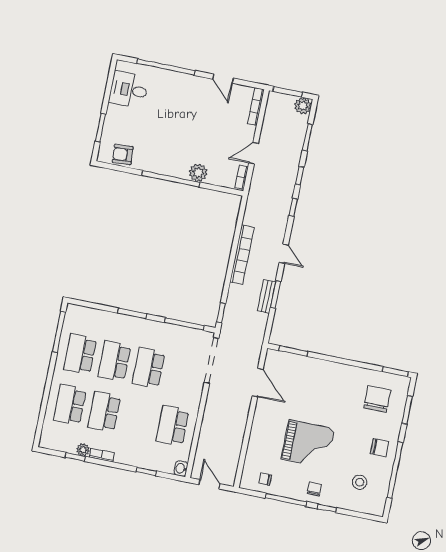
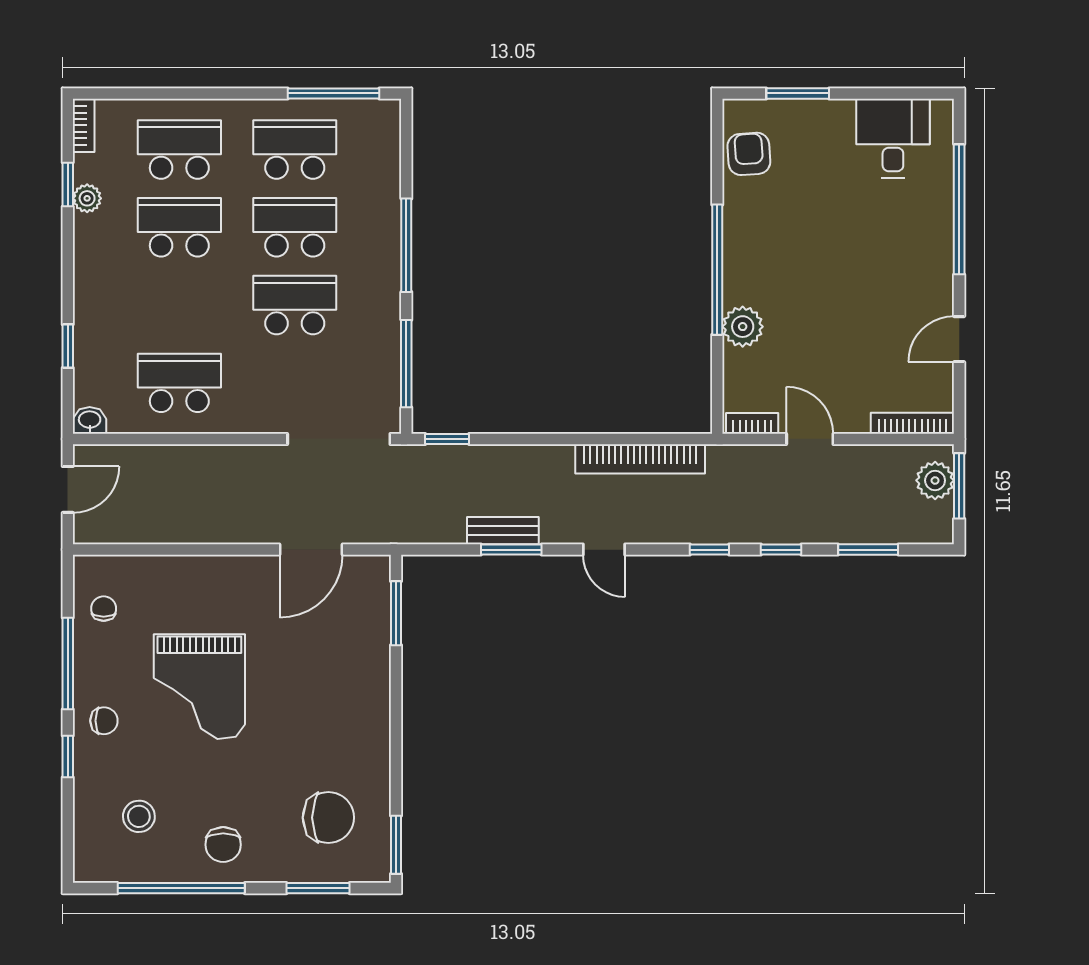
plant: (303, 106) -> (935, 480), moved
door: (284, 254) -> (604, 550), hinge flipped
bookcase: (242, 255) -> (640, 459), moved
window: (132, 313) -> (406, 245), width x1.44
bookcase: (102, 455) -> (84, 125), moved

